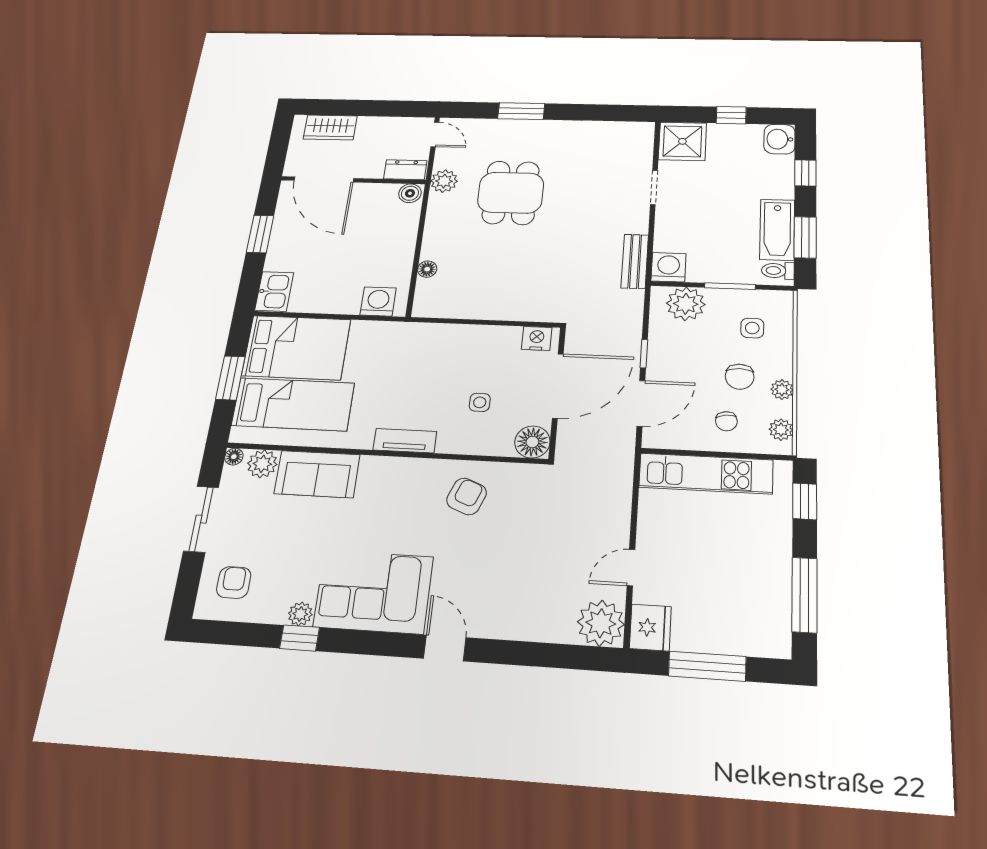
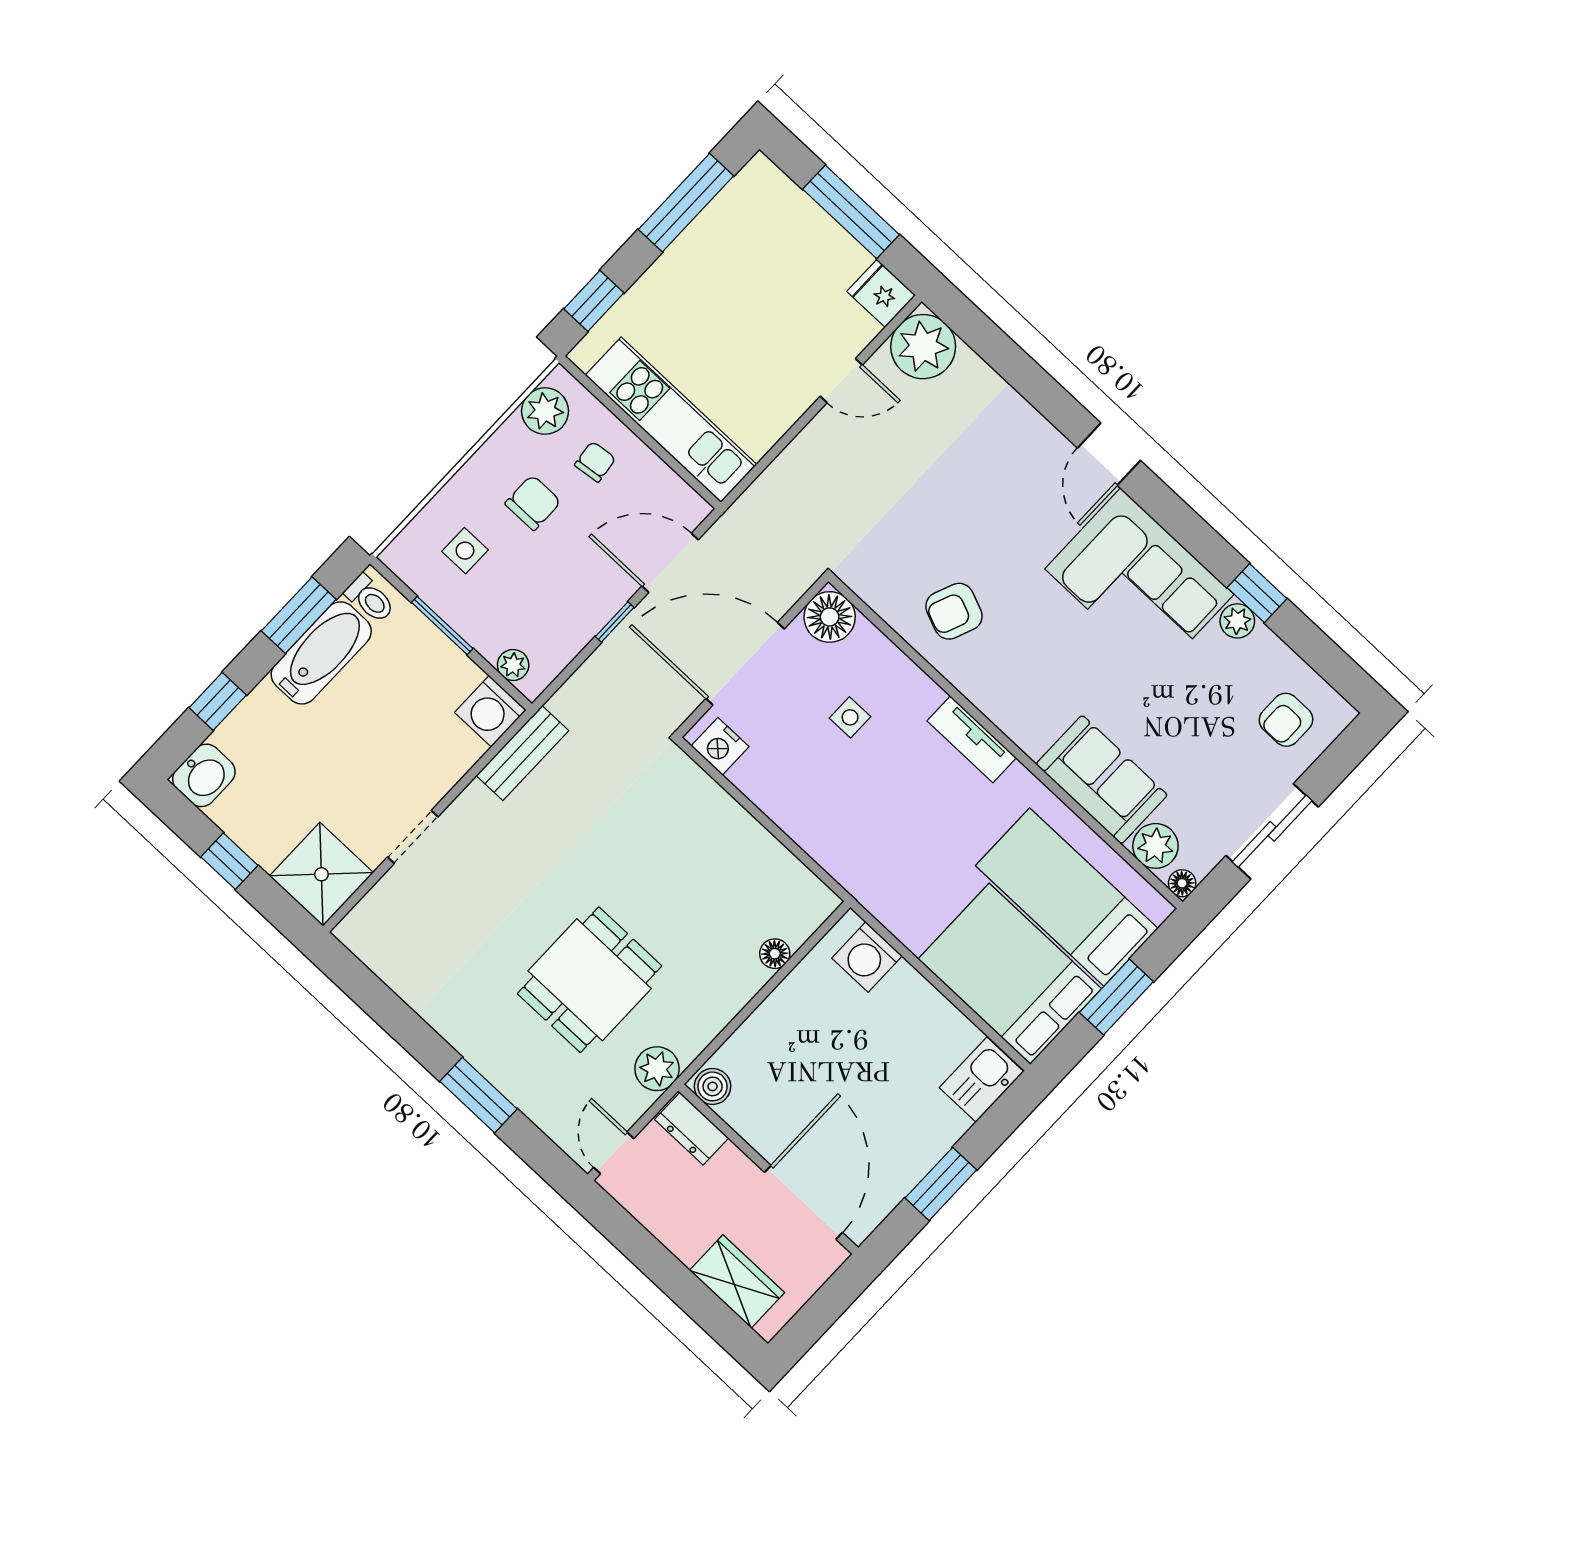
plant: (686, 304) -> (513, 665), width x0.53, depth x0.53
plant: (782, 390) -> (501, 448), removed
plant: (781, 430) -> (545, 411), width x1.38, depth x1.38
fridge: (650, 627) -> (881, 293), width x0.72

